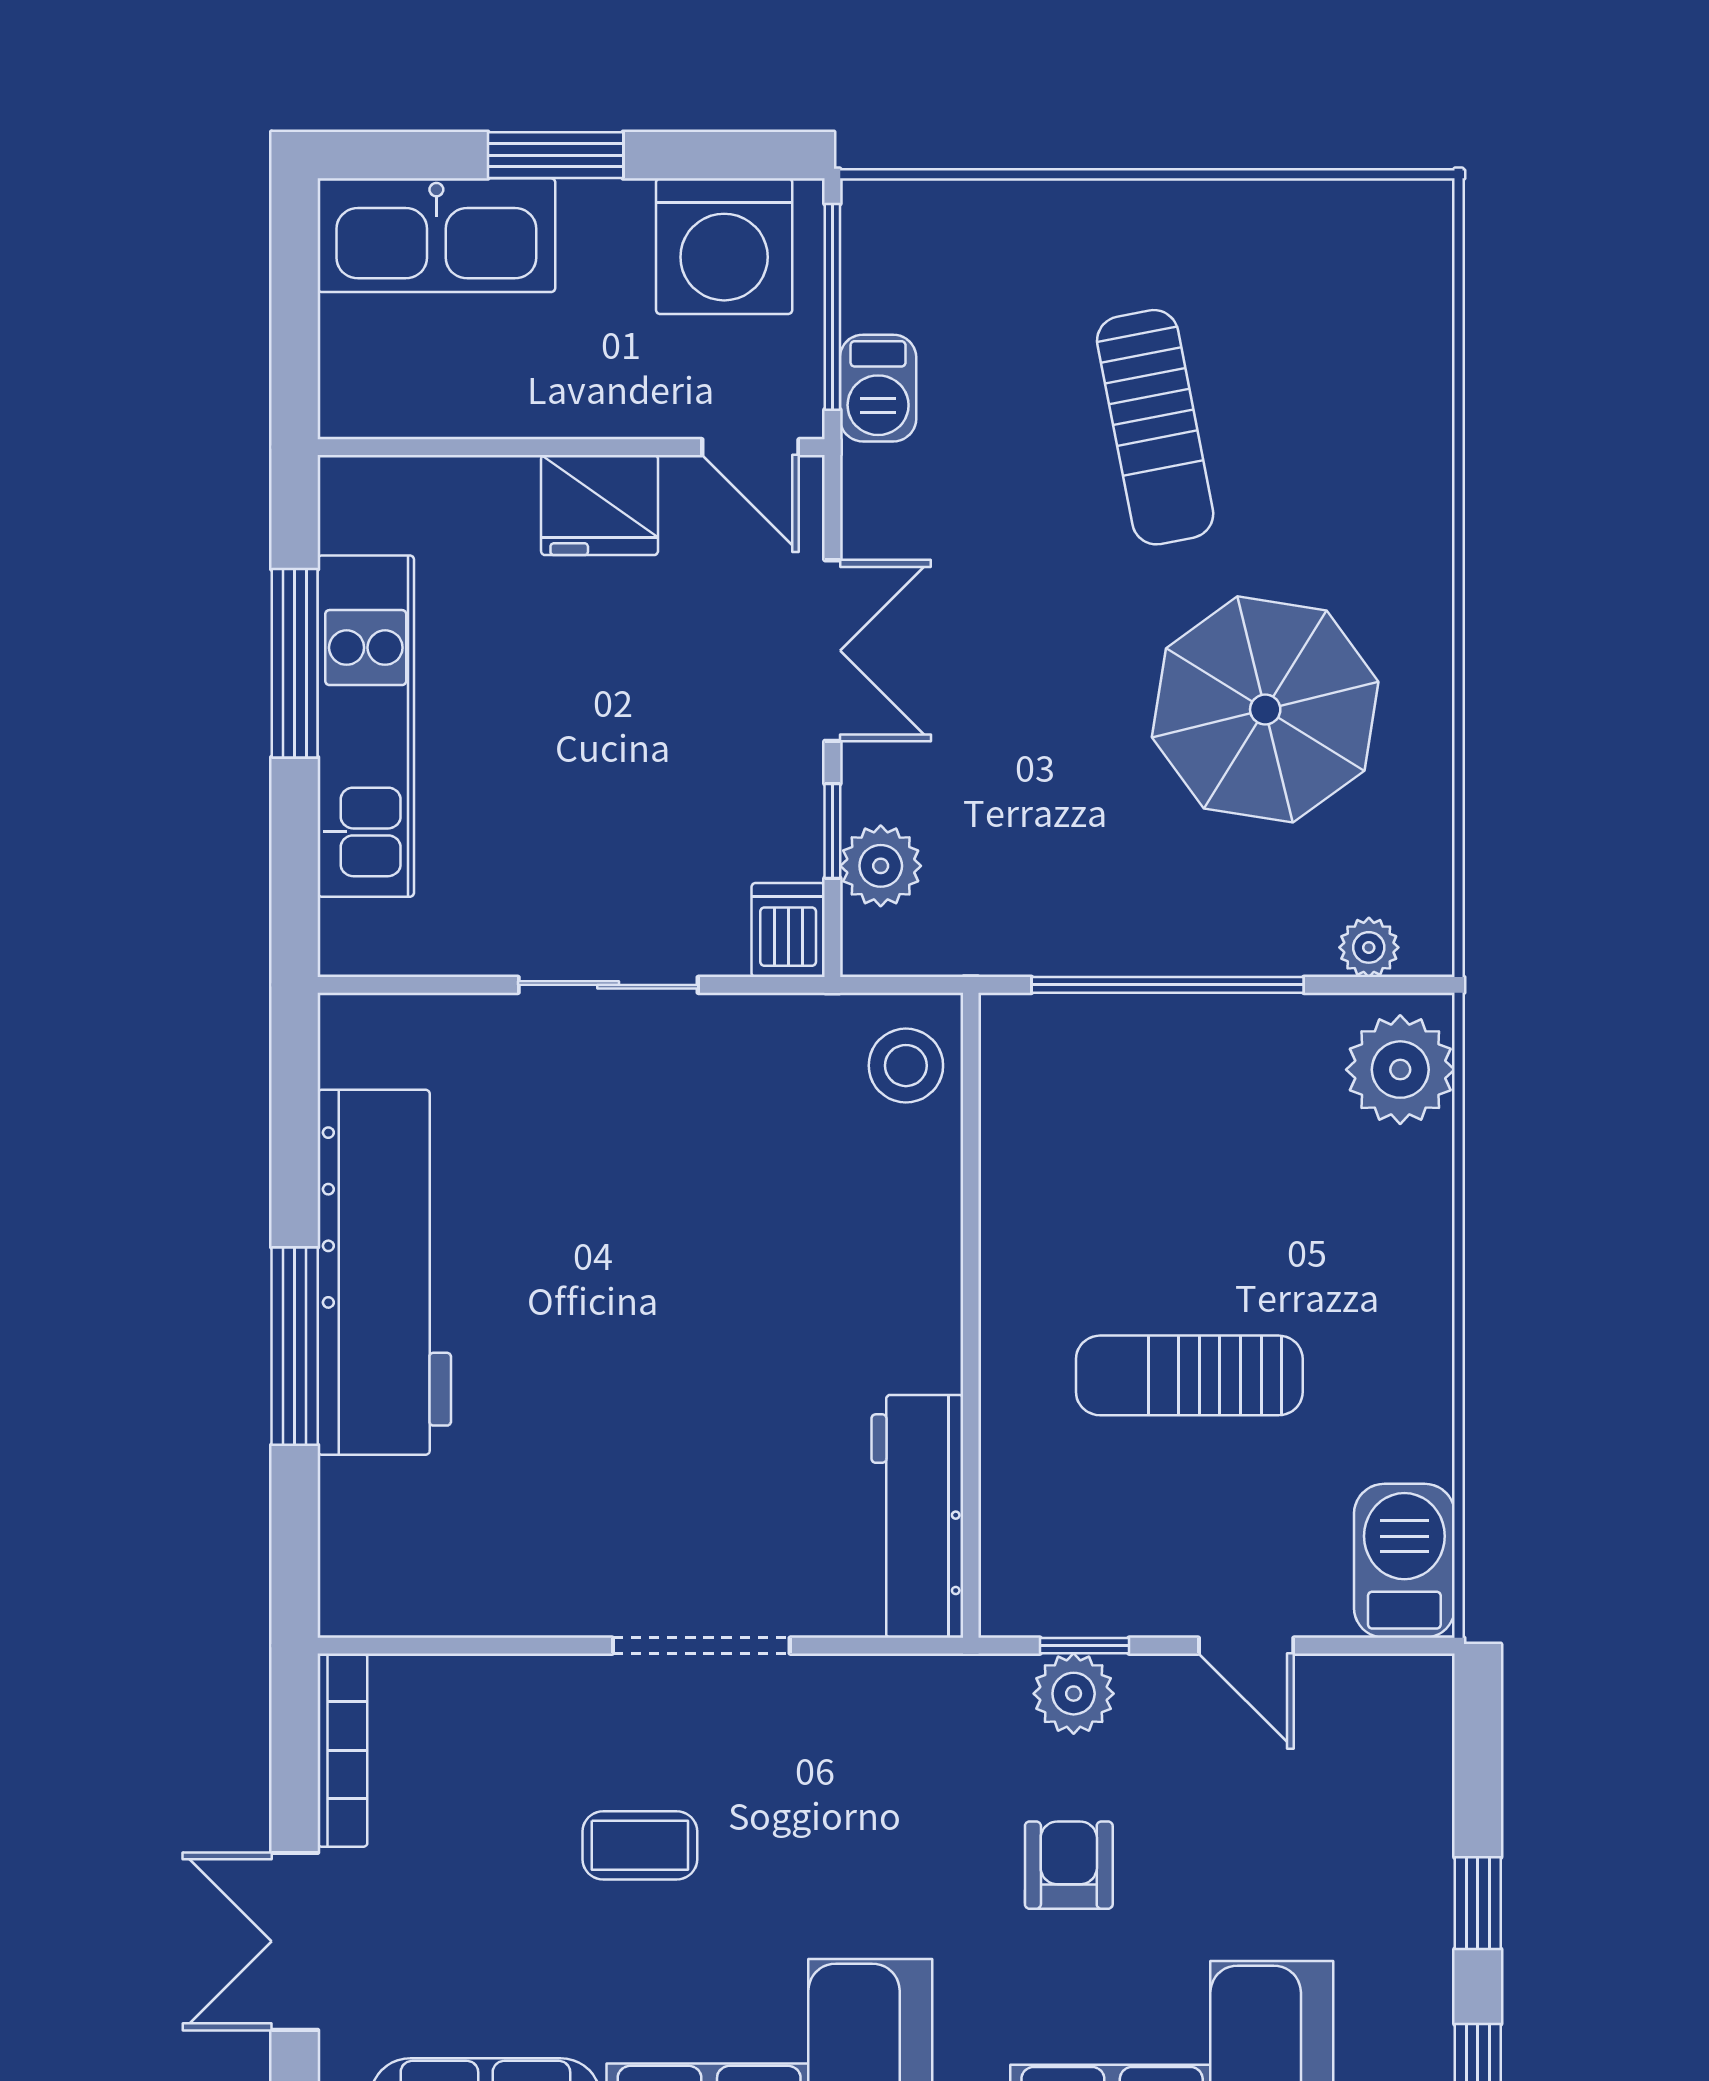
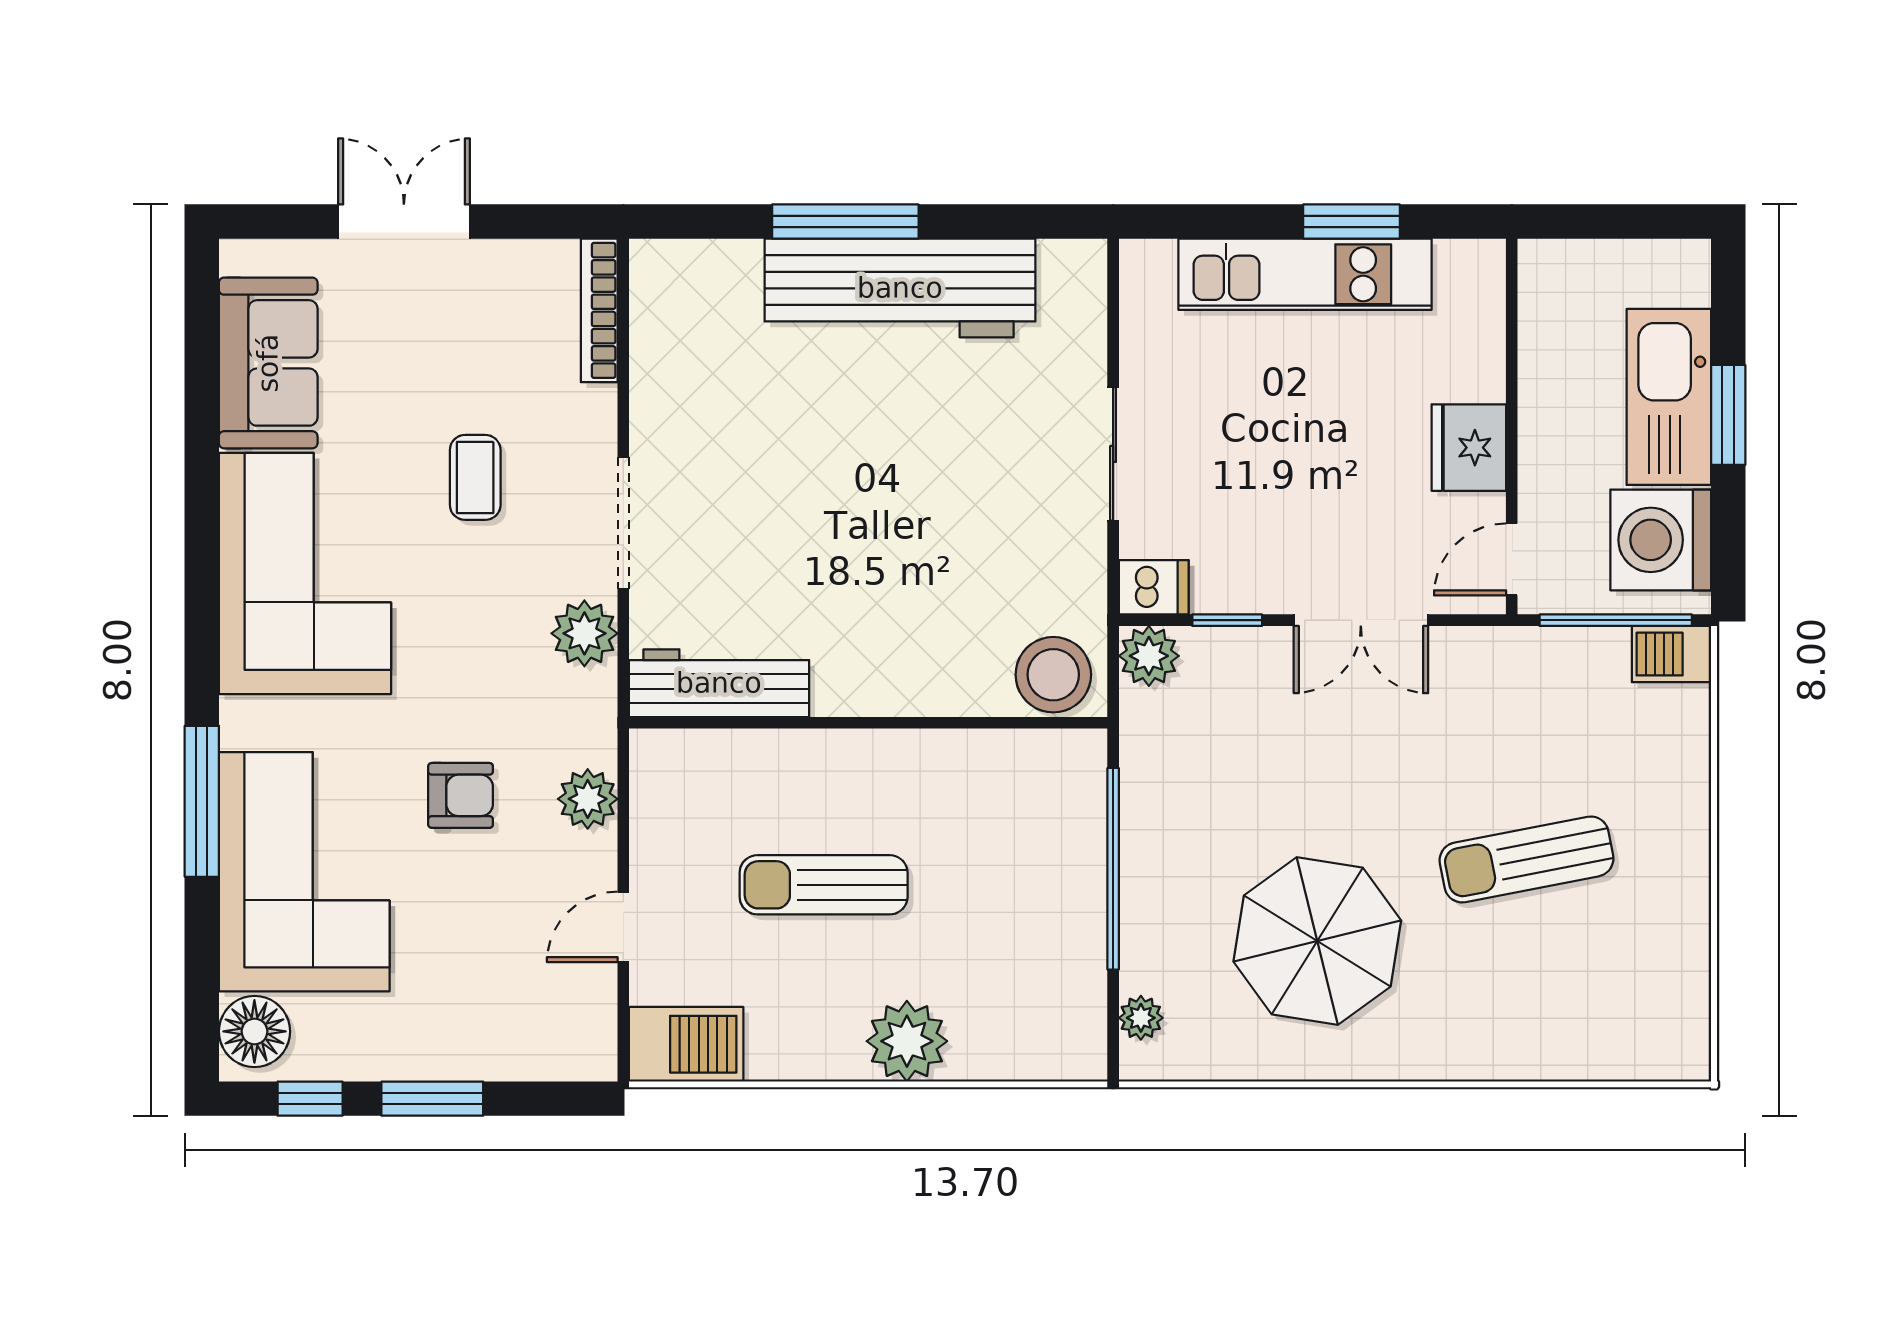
kitchen sink: (436, 235) -> (1669, 397), moved
barbecue: (878, 388) -> (1671, 654), moved
window: (295, 663) -> (1351, 222), width x0.69
plant: (881, 866) -> (1149, 656), moved
stool: (906, 1066) -> (1053, 675), width x1.38, depth x1.38
plant: (1400, 1070) -> (907, 1041), moved
sun lounger: (1189, 1375) -> (824, 885), turned -90
window: (1085, 1646) -> (623, 807), removed
plant: (850, 1698) -> (584, 633), added
bookcase: (342, 1750) -> (599, 310), moved, turned 90
window: (1478, 1903) -> (432, 1099), width x1.50

